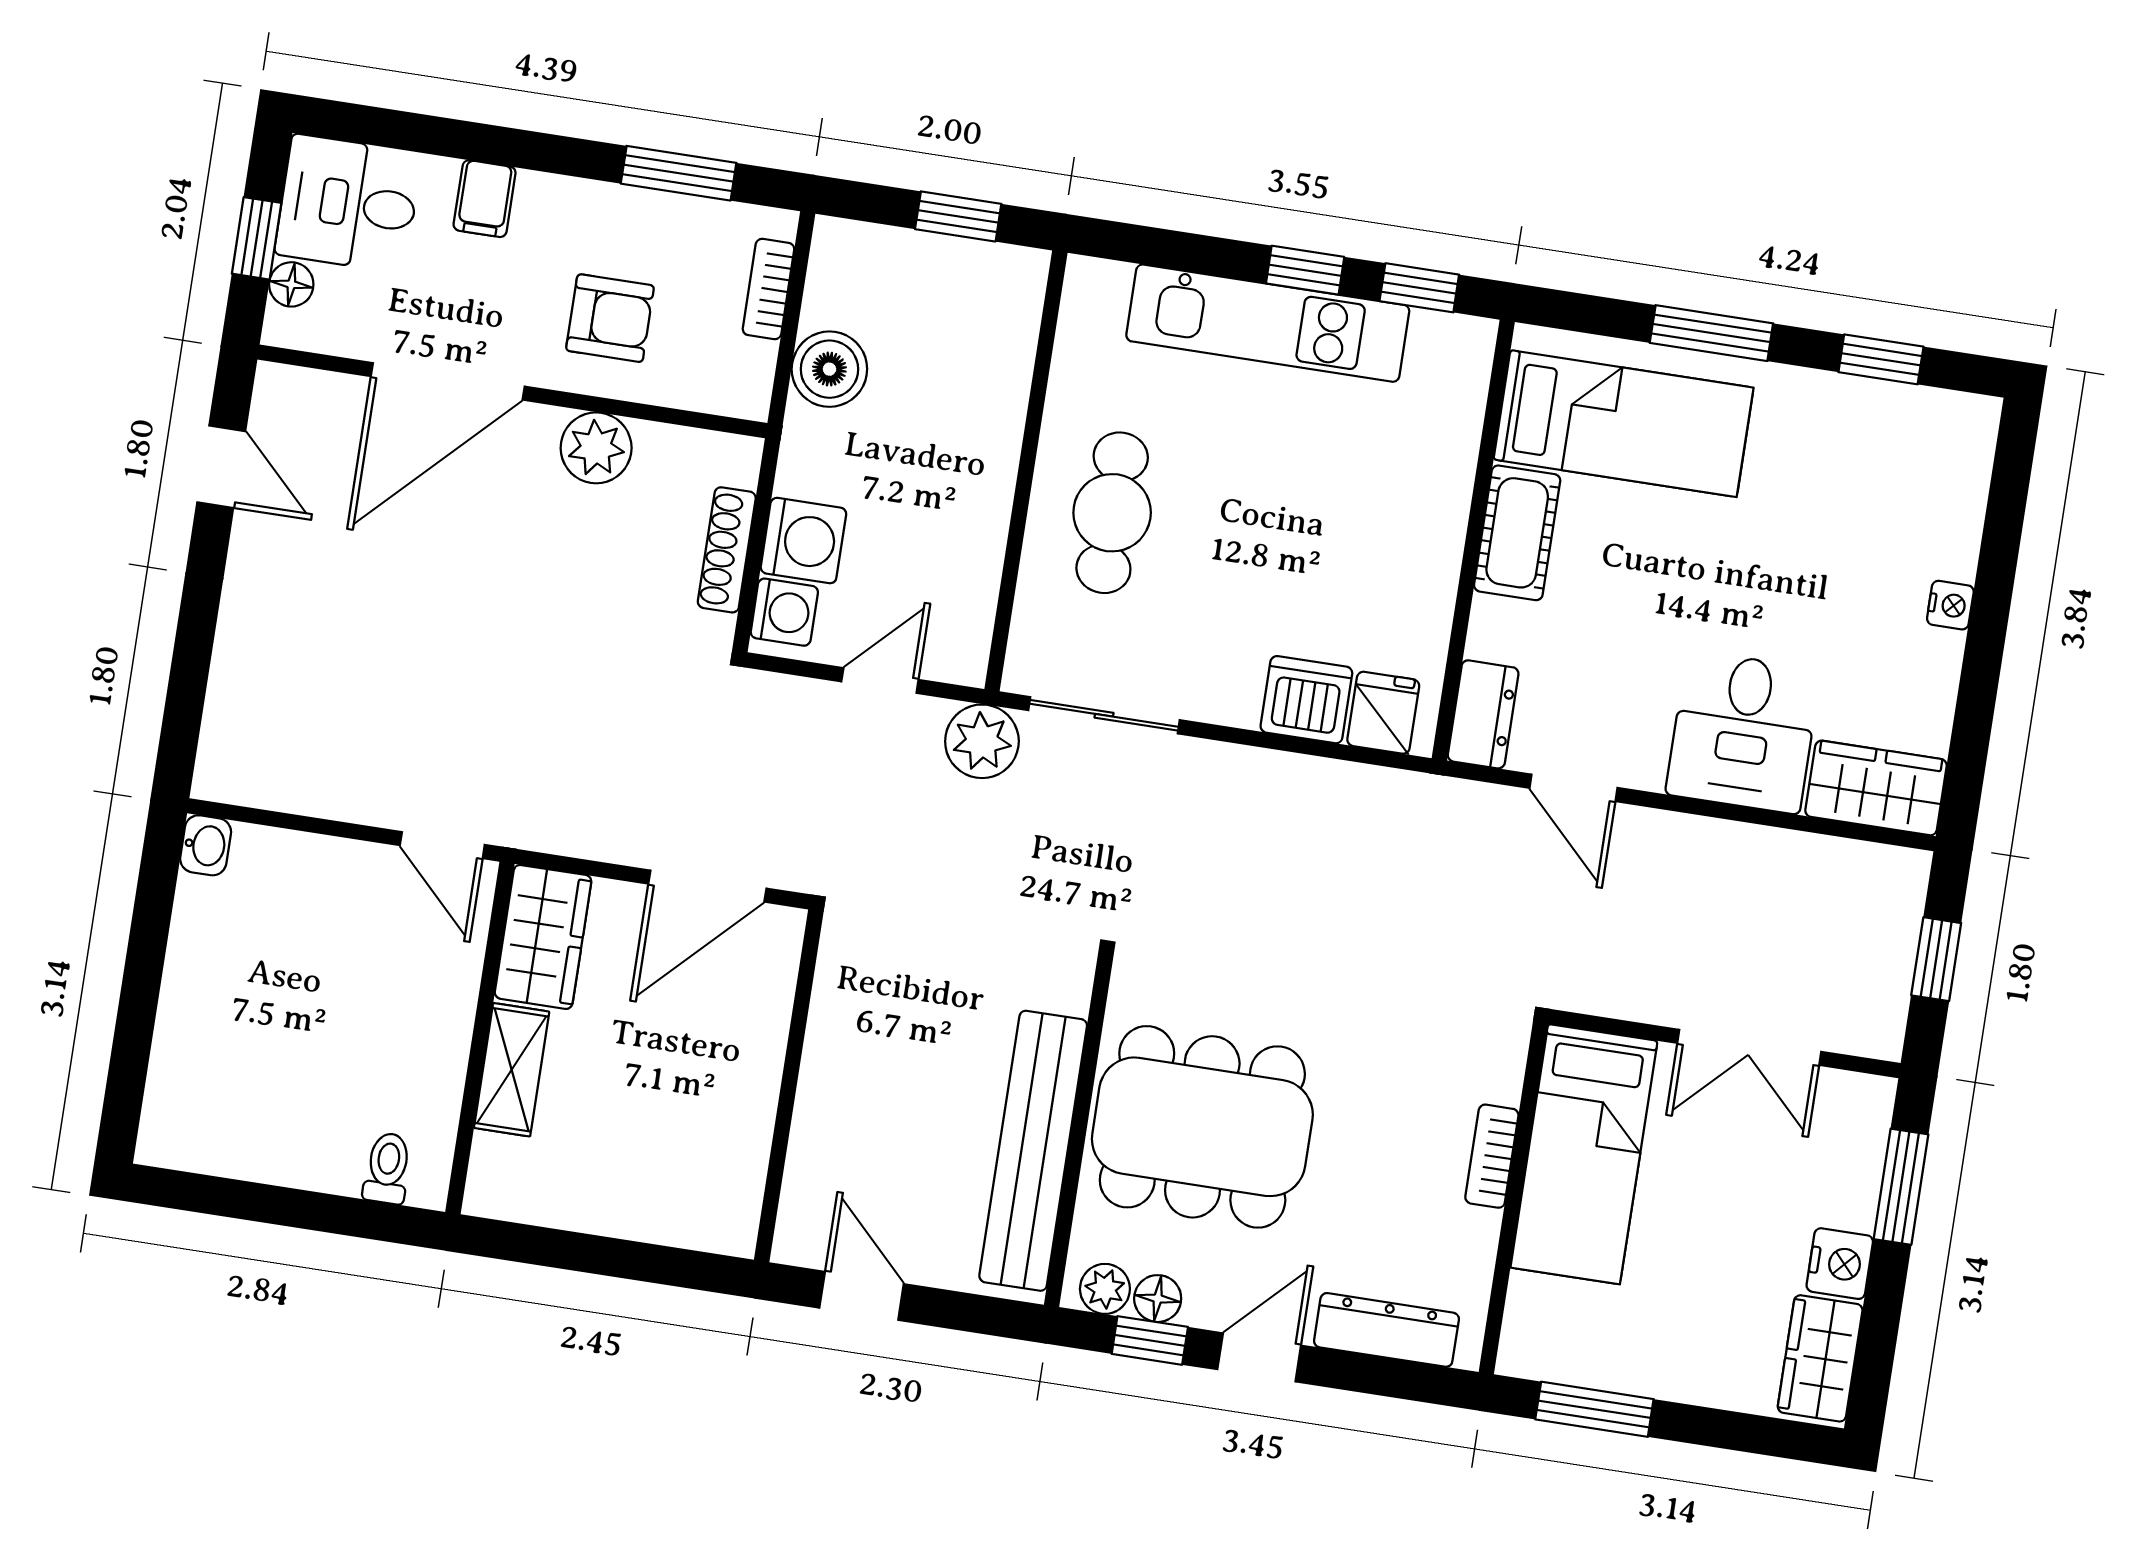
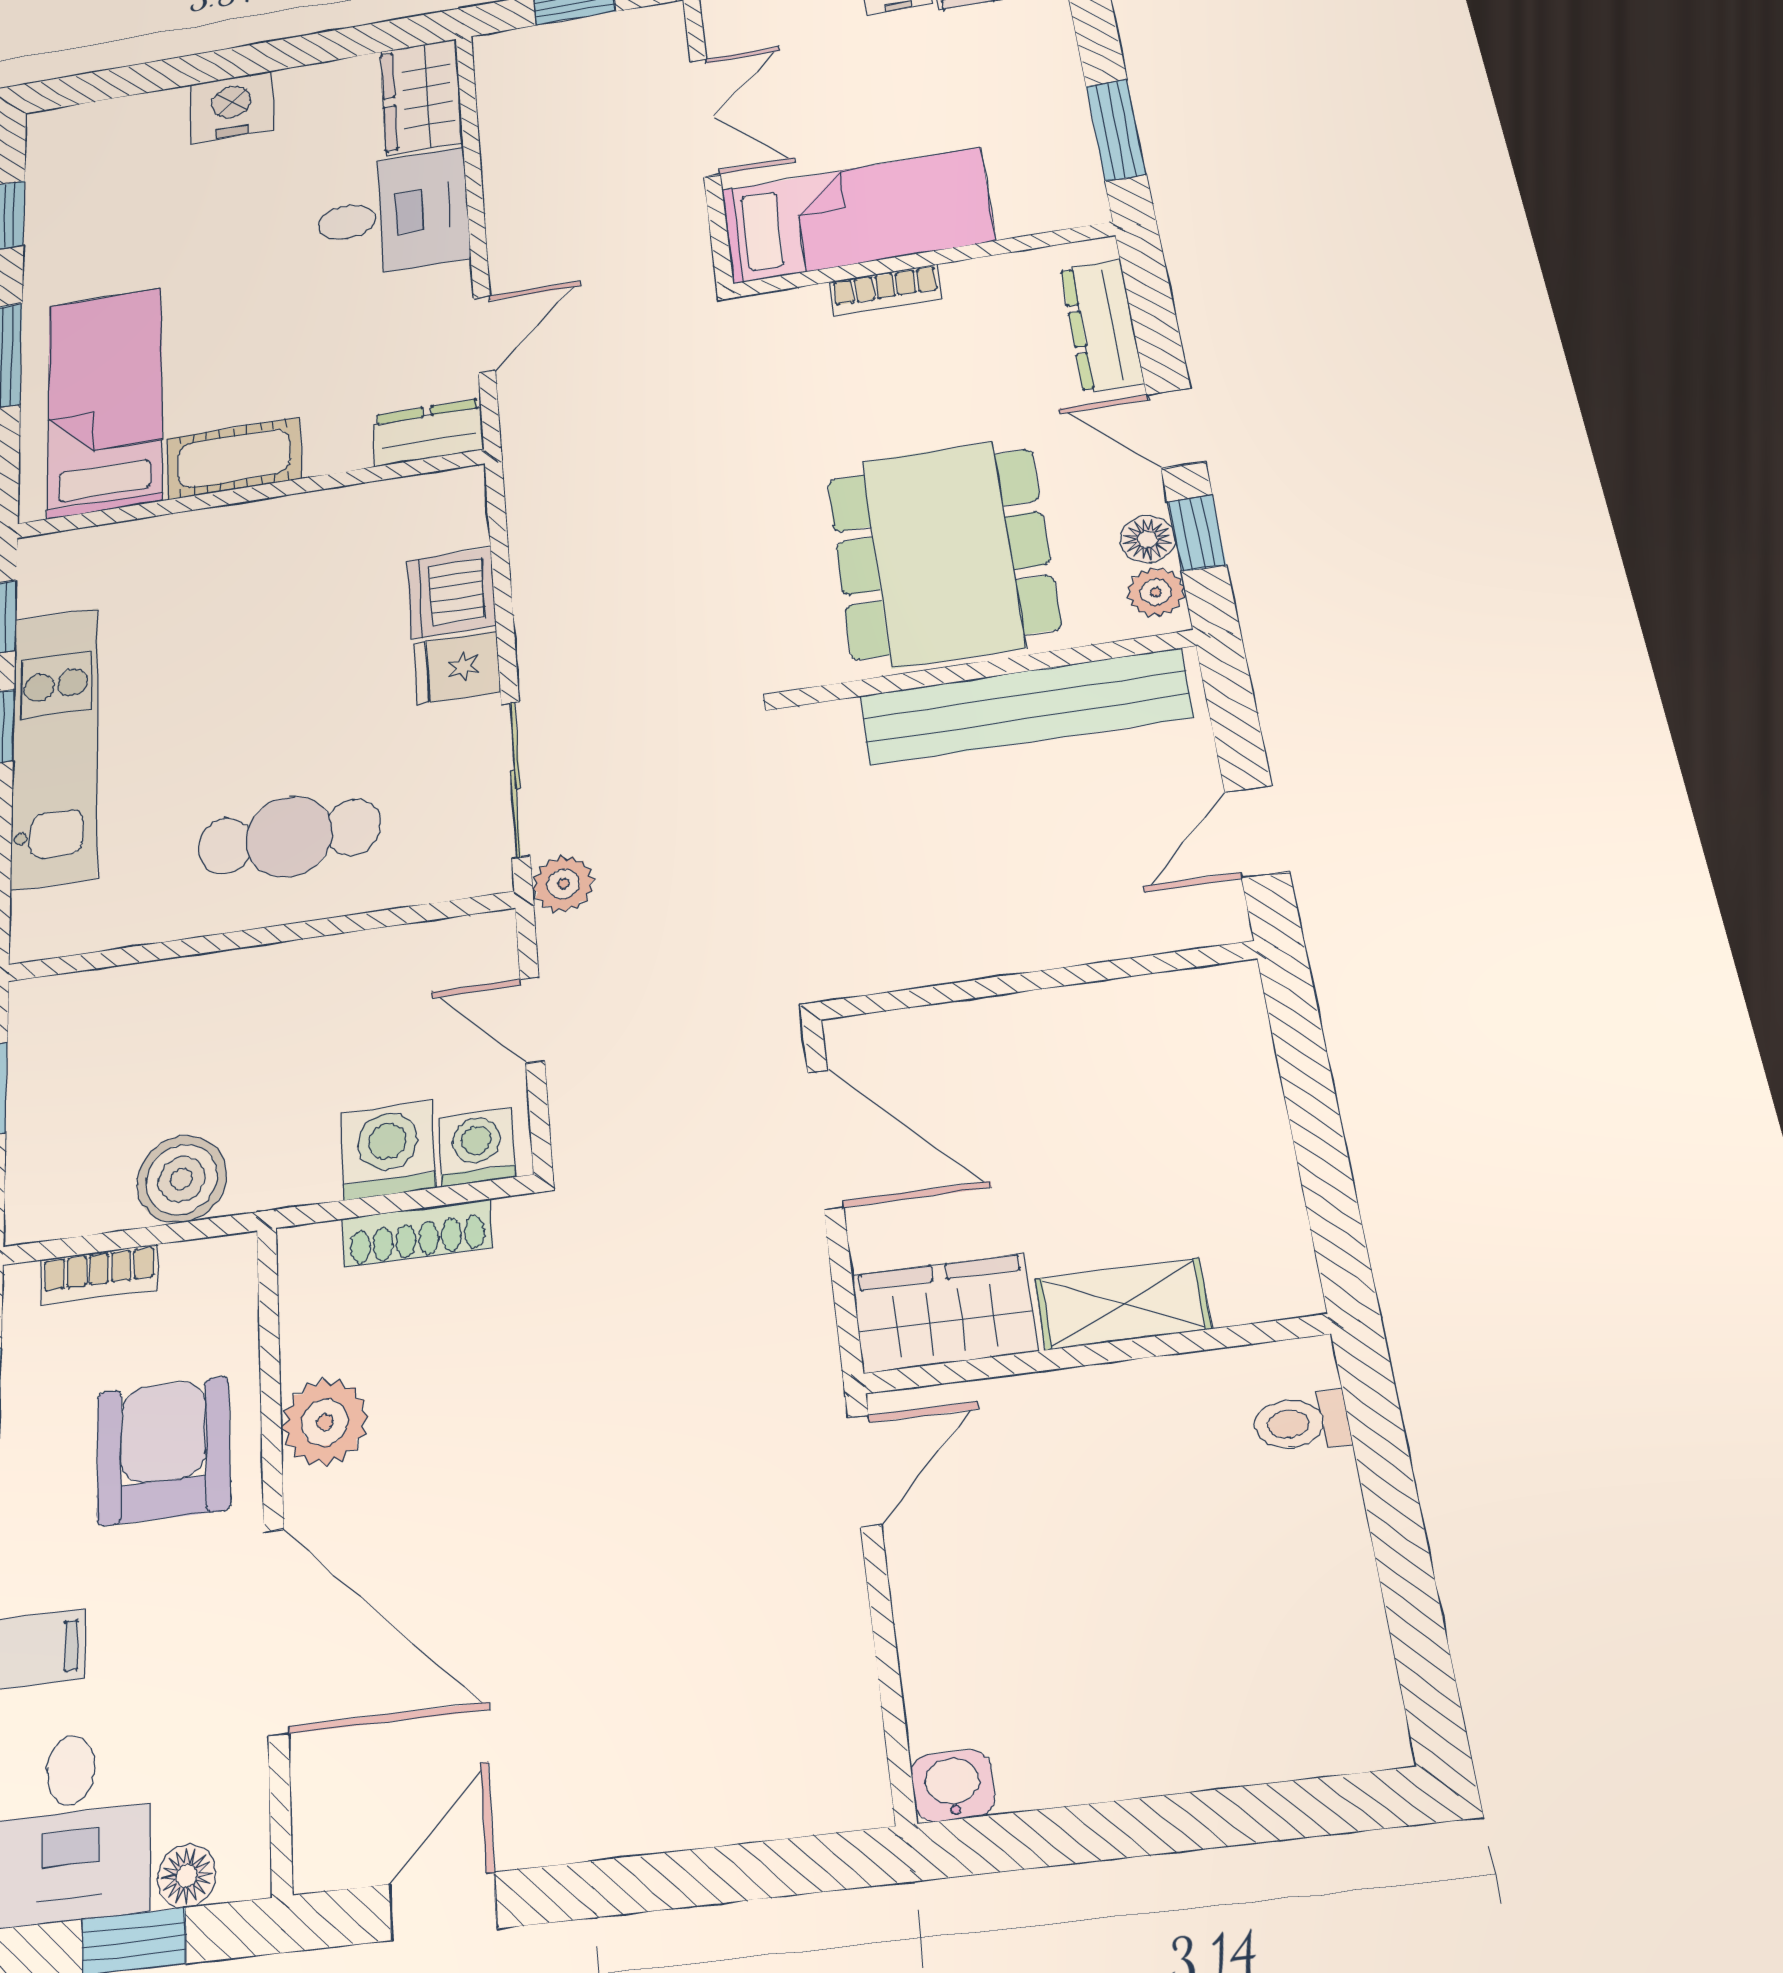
armchair: (610, 318) -> (163, 1451), width x1.38, depth x1.38
nightstand: (1950, 605) -> (232, 107), width x1.89, depth x1.79
fridge: (1383, 713) -> (457, 668), moved
plant: (982, 741) -> (563, 884), width x0.73, depth x0.73

